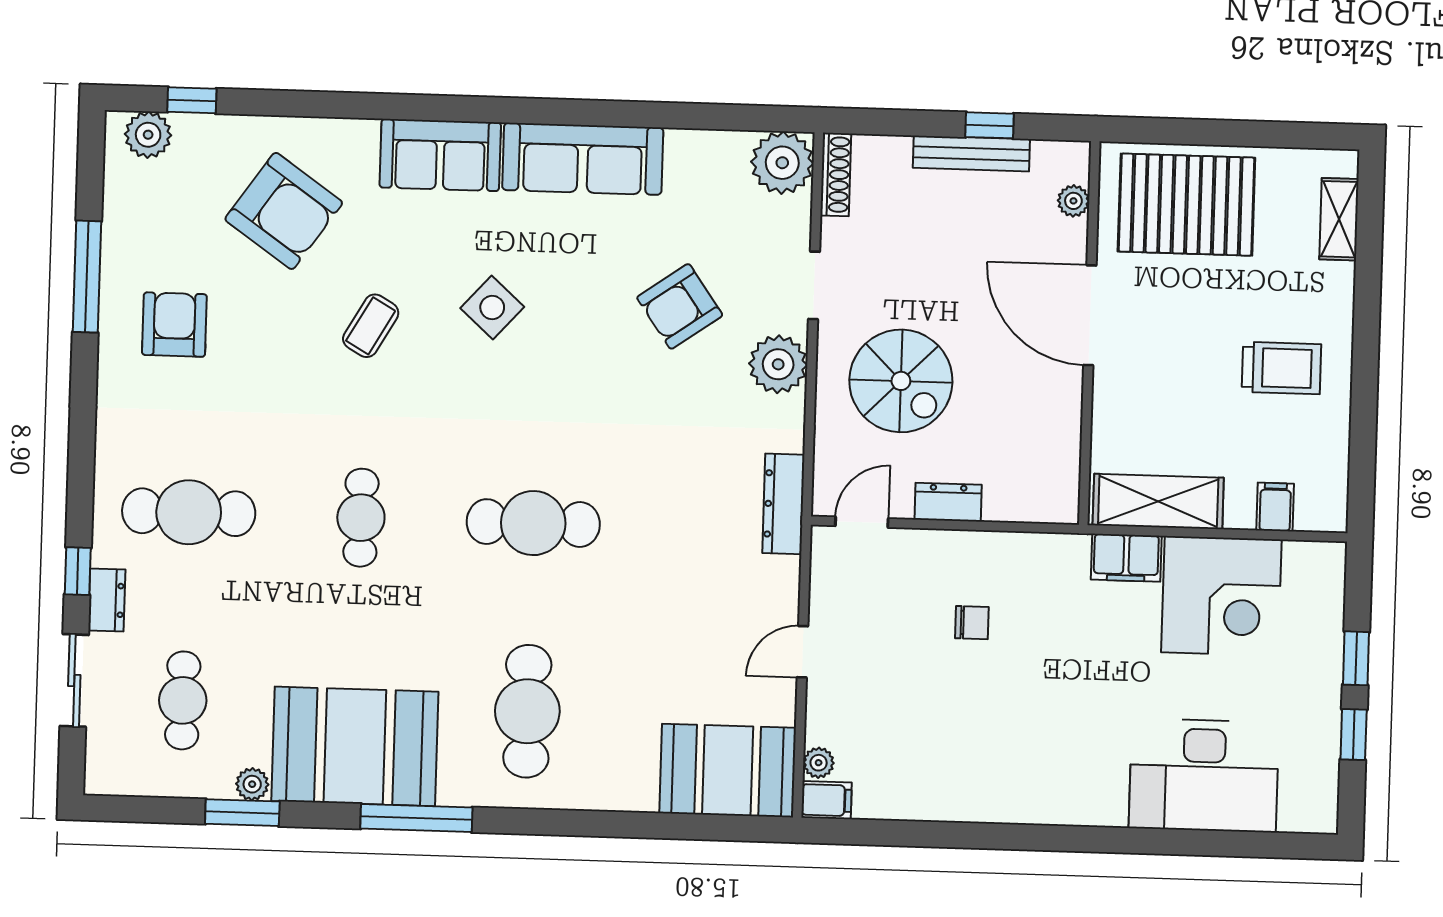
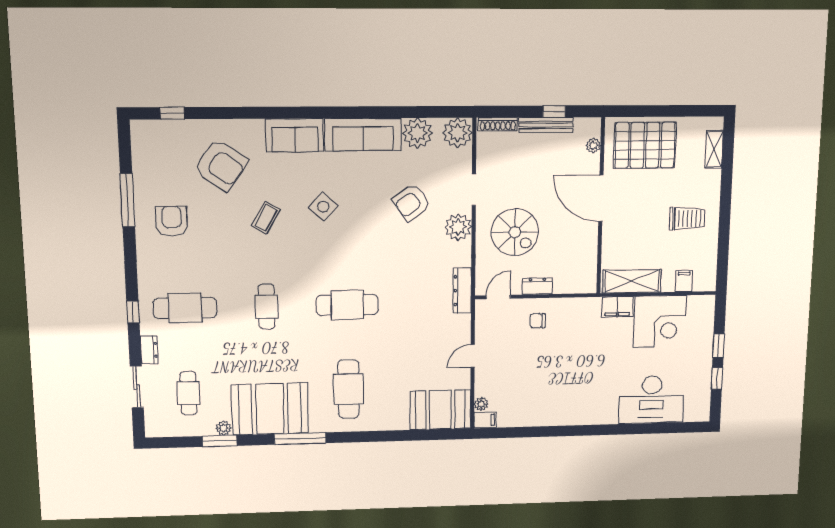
plant: (148, 135) -> (418, 133), moved, width x1.36, depth x1.36
shoe rack: (836, 174) -> (498, 124), moved, turned 90
window: (78, 571) -> (133, 312), moved
chair: (972, 623) -> (537, 321), moved, turned 180

